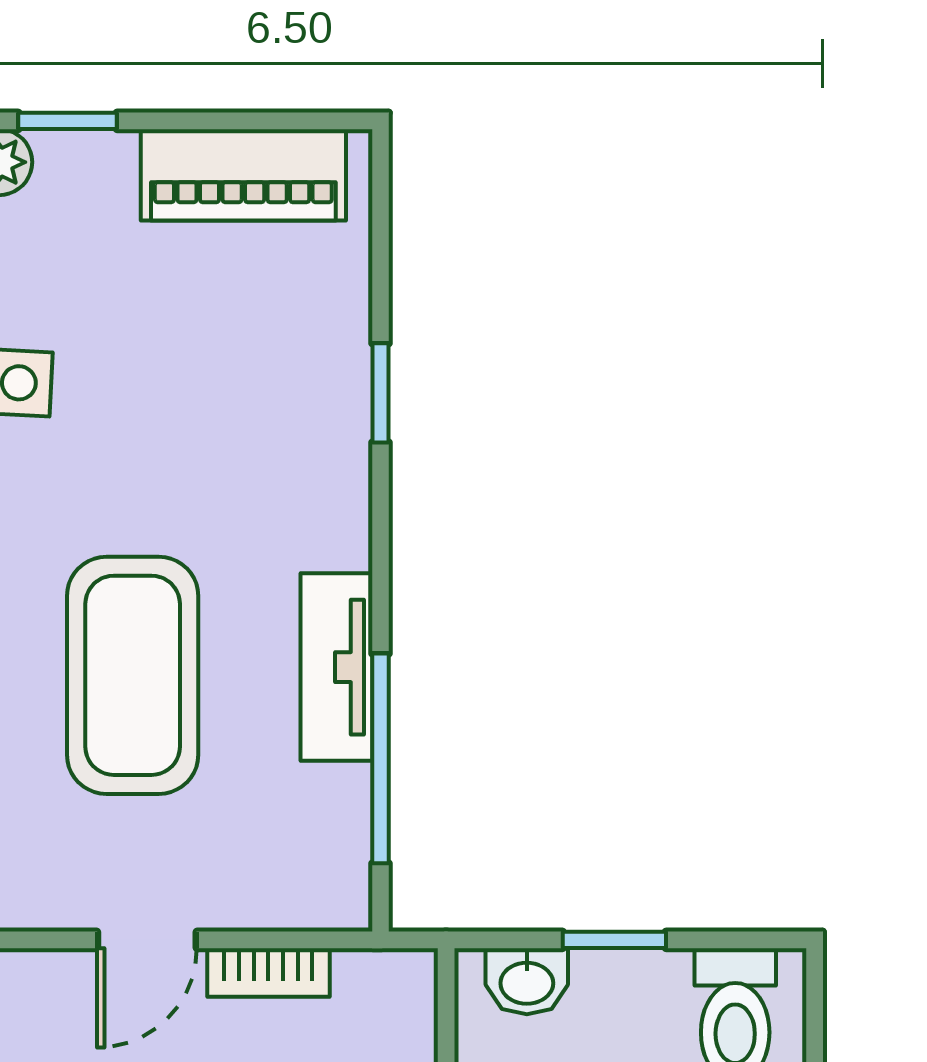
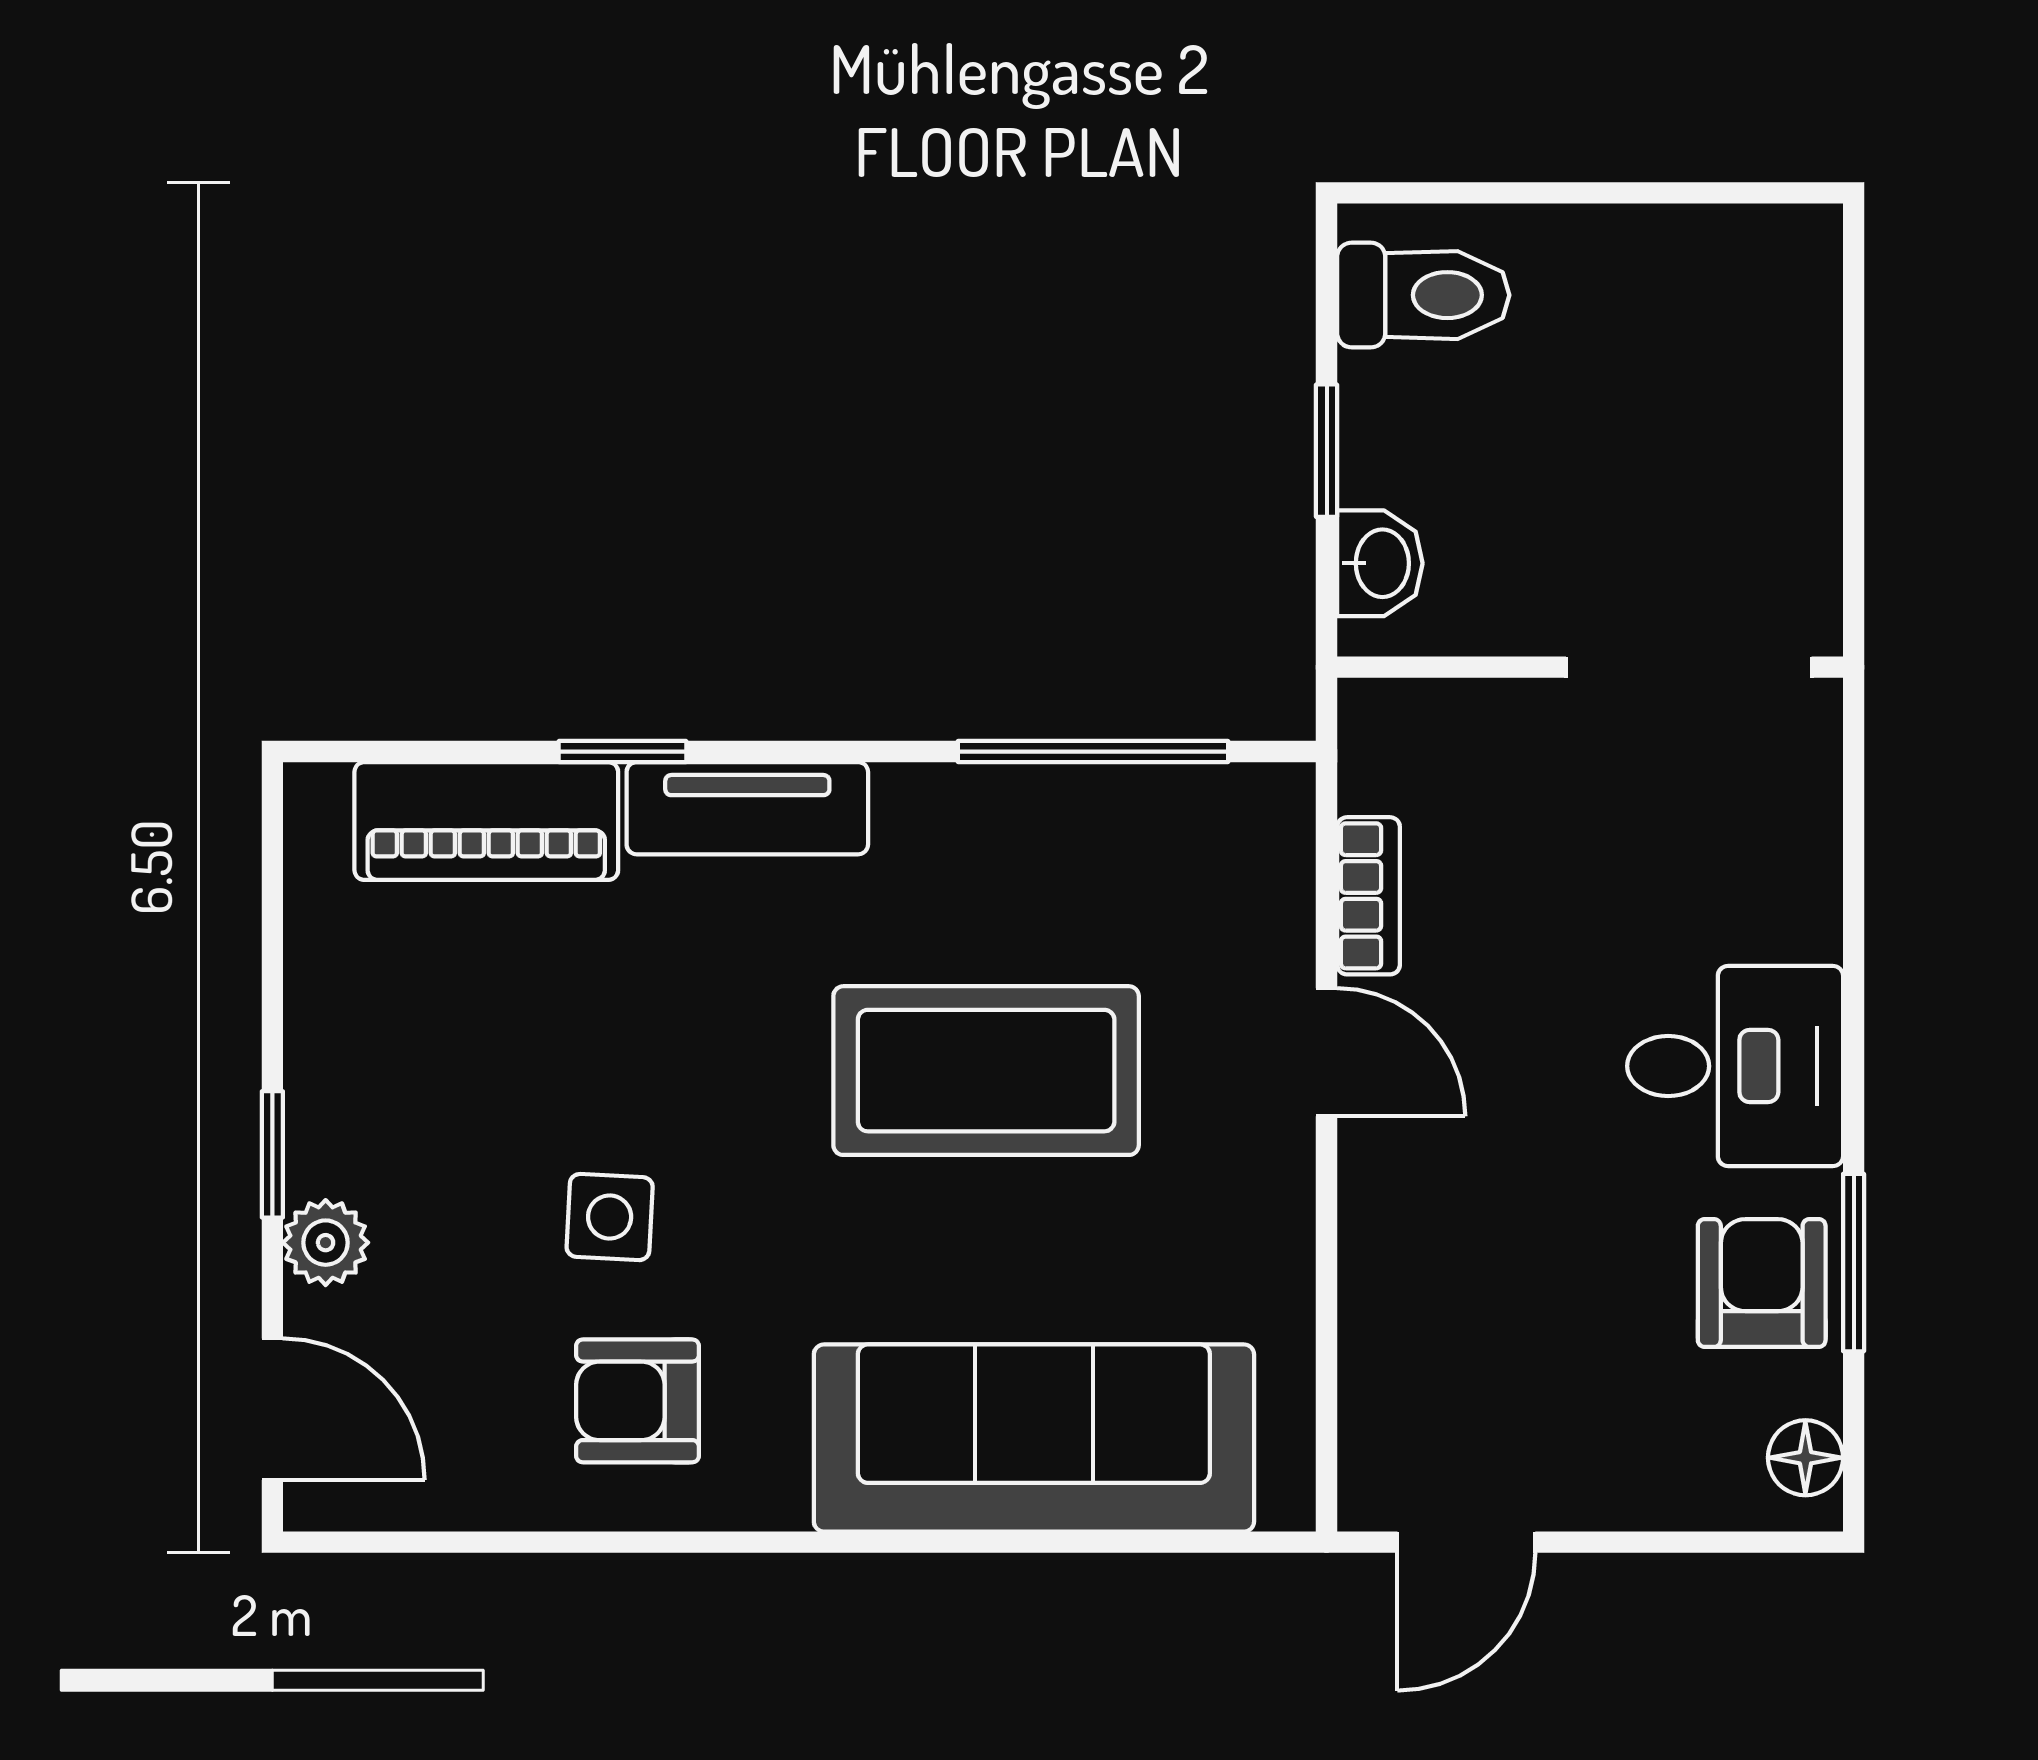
piano: (243, 175) -> (486, 821), moved, turned 90
tv unit: (337, 667) -> (747, 808), moved

